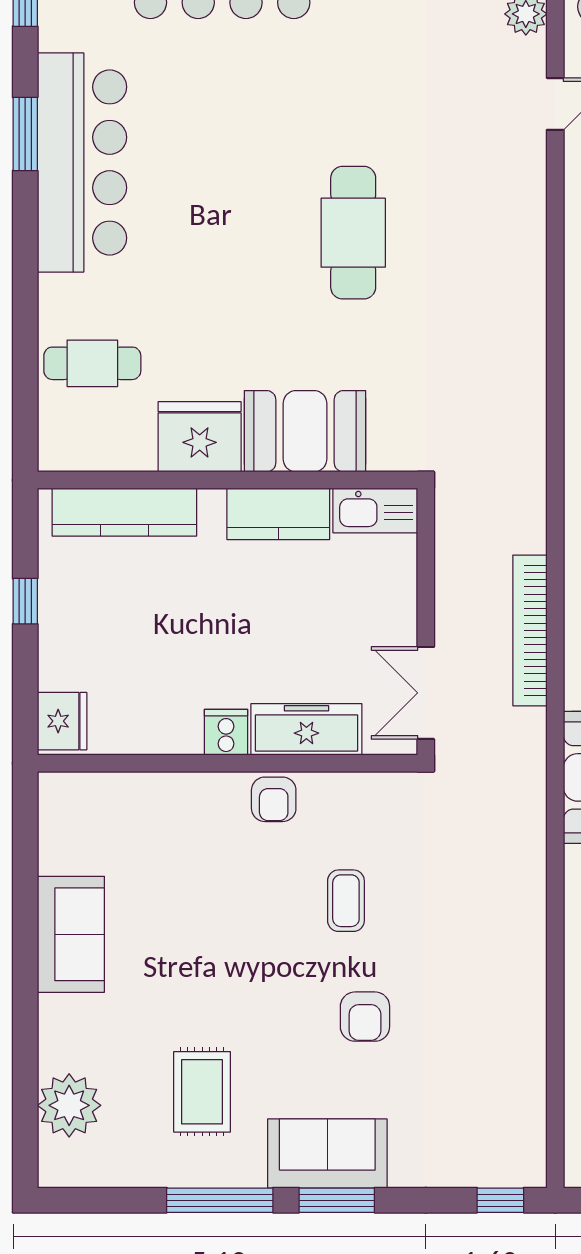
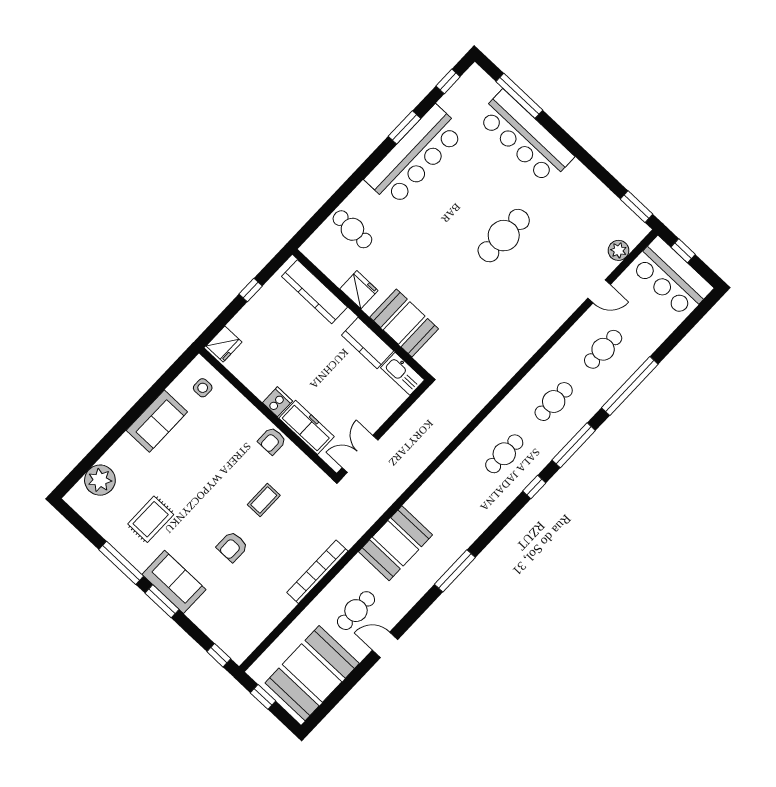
cafe table: (353, 233) -> (504, 236), moved
fridge: (200, 437) -> (359, 290), width x0.73, depth x0.75
bookcase: (530, 630) -> (317, 572), moved
side table: (93, 818) -> (203, 388), added

